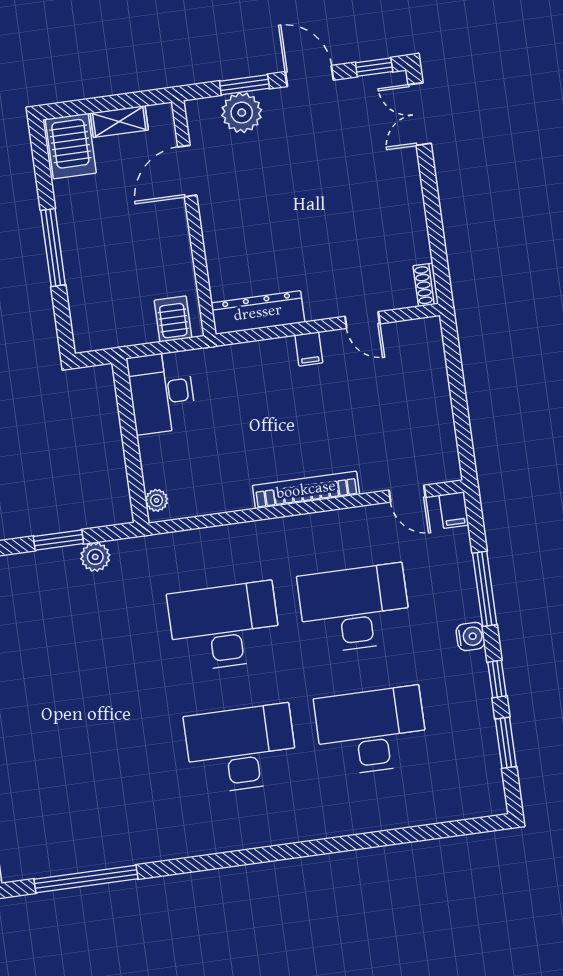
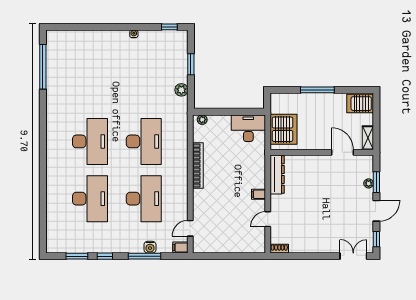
plant: (242, 113) -> (369, 183), width x0.53, depth x0.53
shelving: (119, 122) -> (368, 138), moved
server rack: (173, 319) -> (284, 129), width x2.18, depth x1.44
bookcase: (306, 490) -> (198, 166), moved
window: (58, 540) -> (191, 64), moved
water cooler: (471, 636) -> (150, 247), moved

